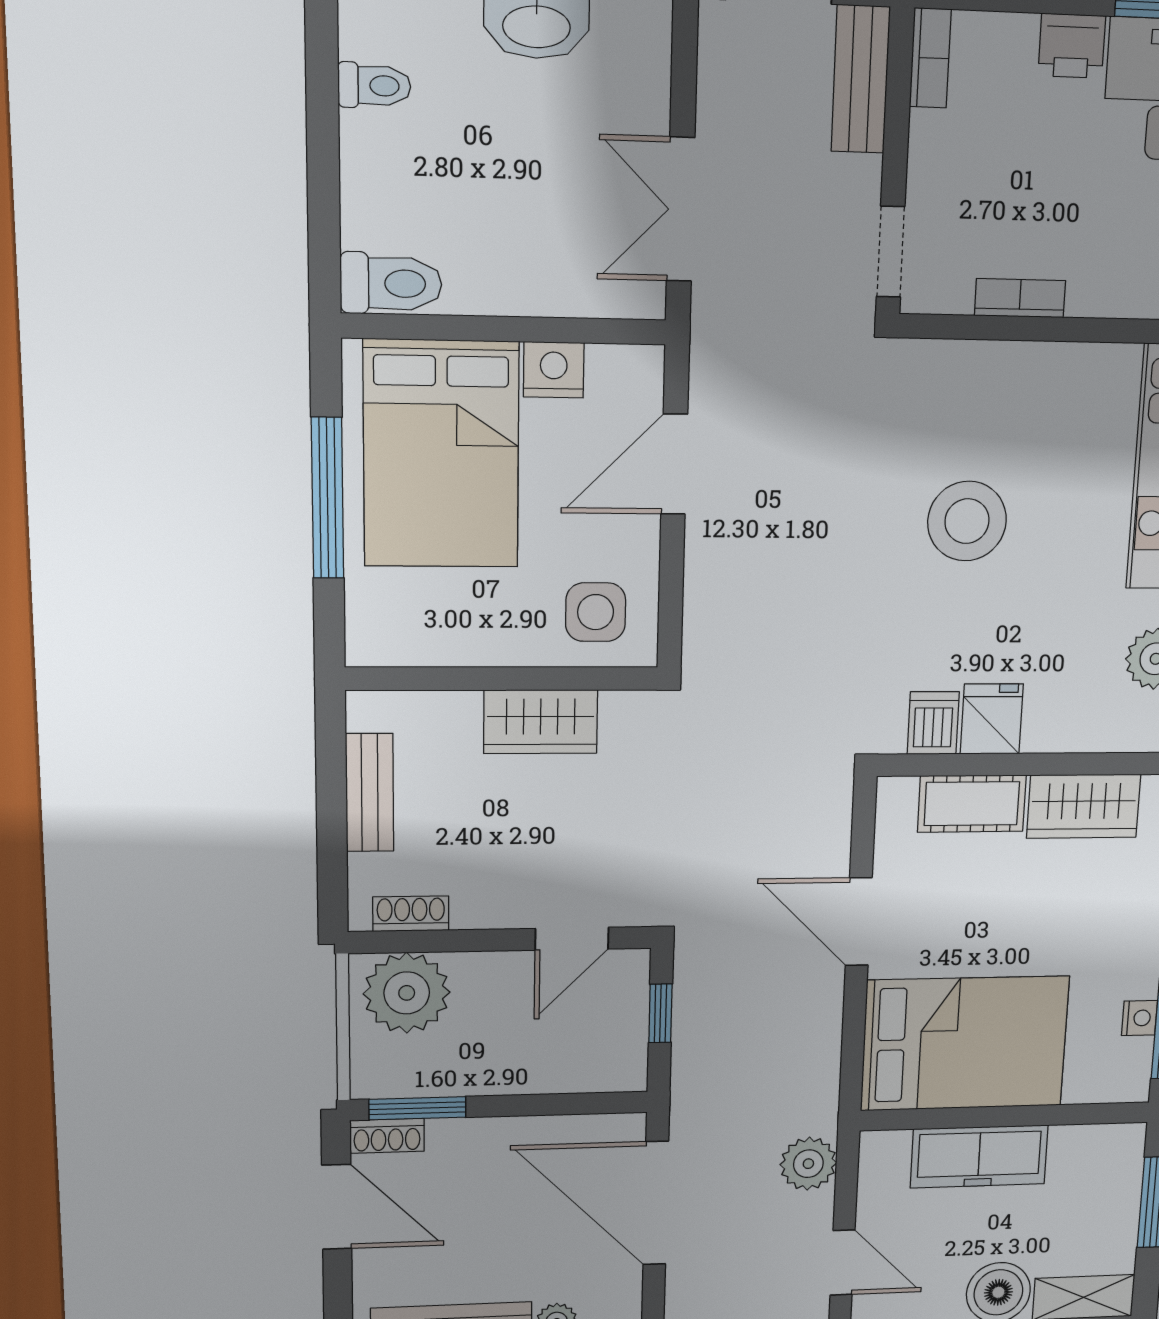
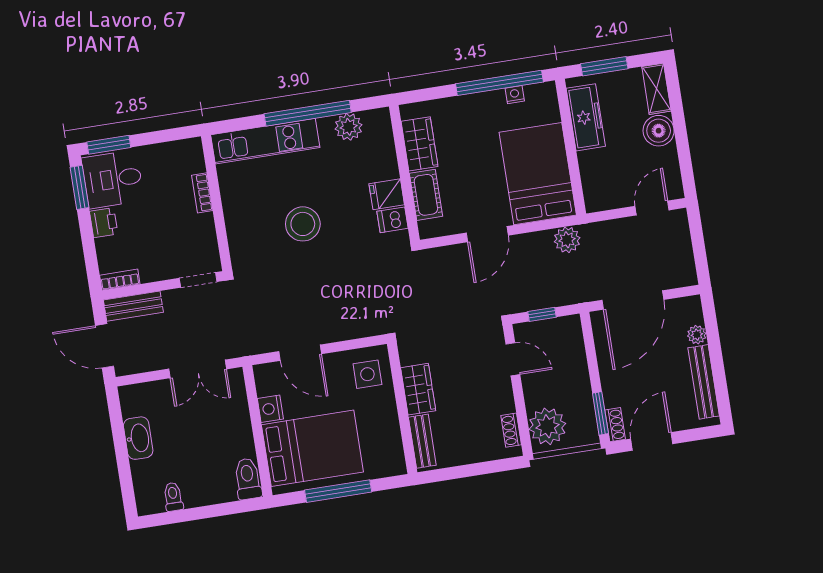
bookcase: (1020, 298) -> (202, 193), moved
bench: (370, 793) -> (422, 441), moved, turned 90
freezer: (979, 1157) -> (586, 117), moved
plant: (808, 1164) -> (567, 240), moved

